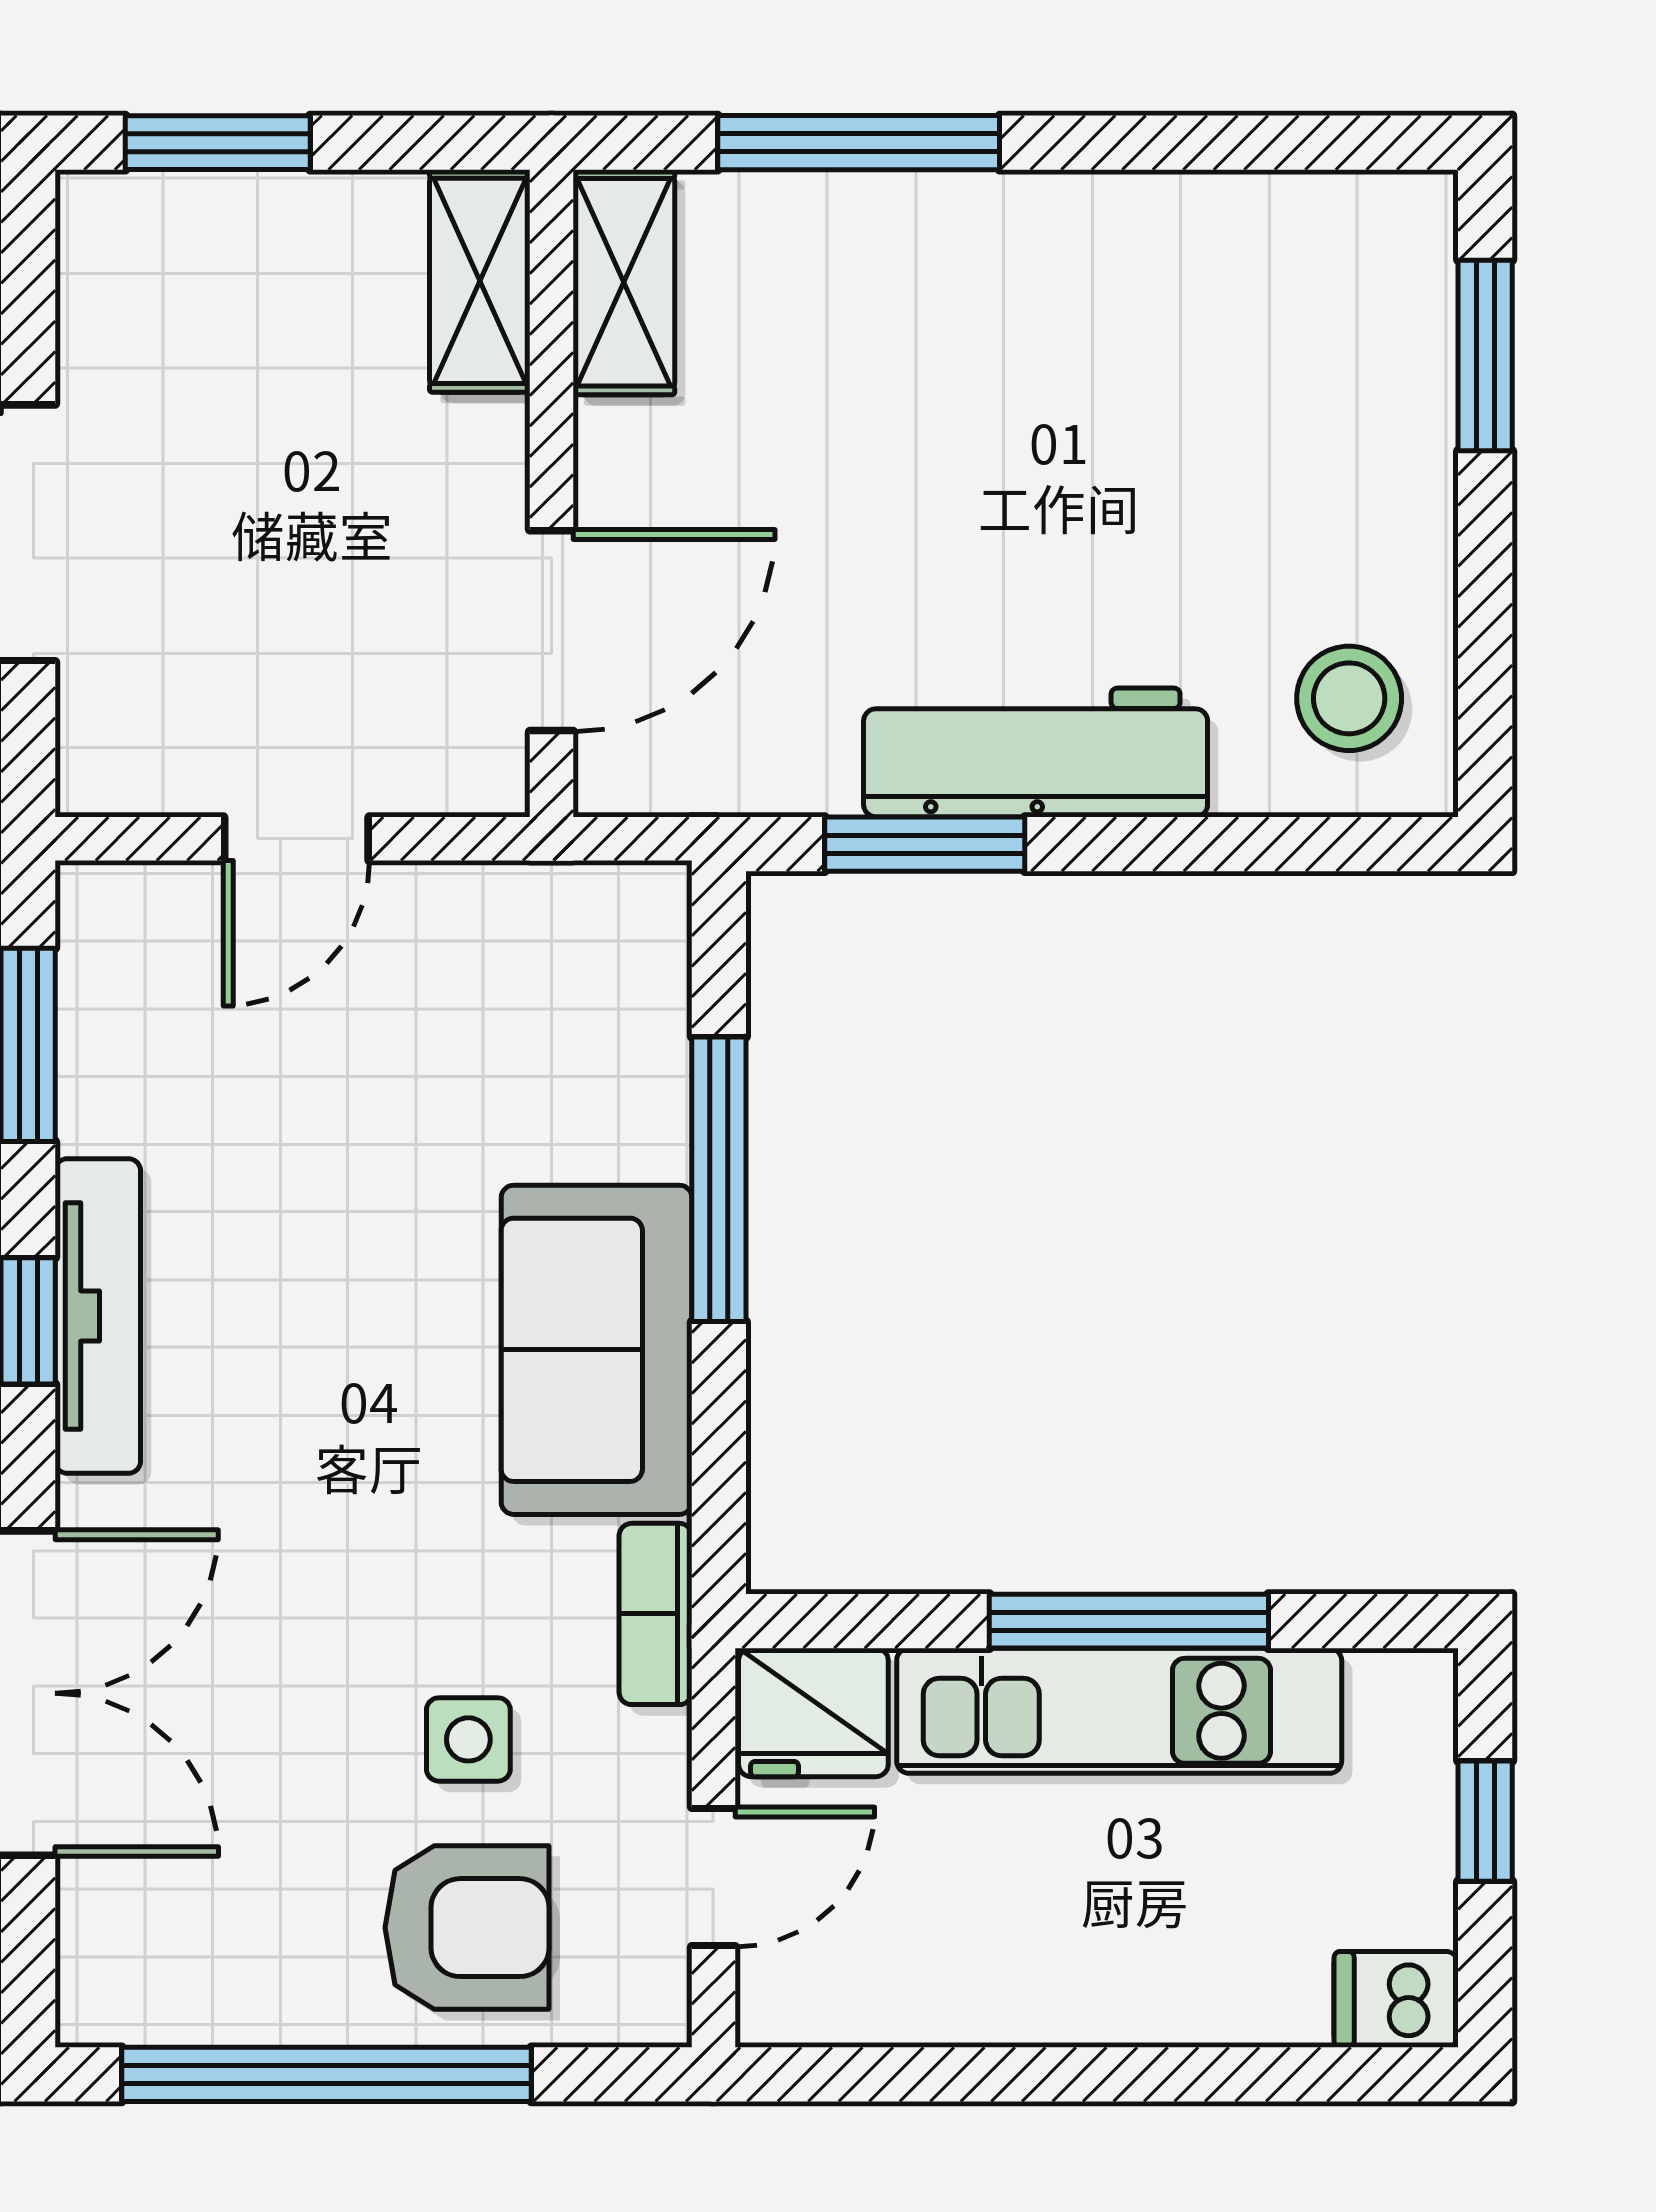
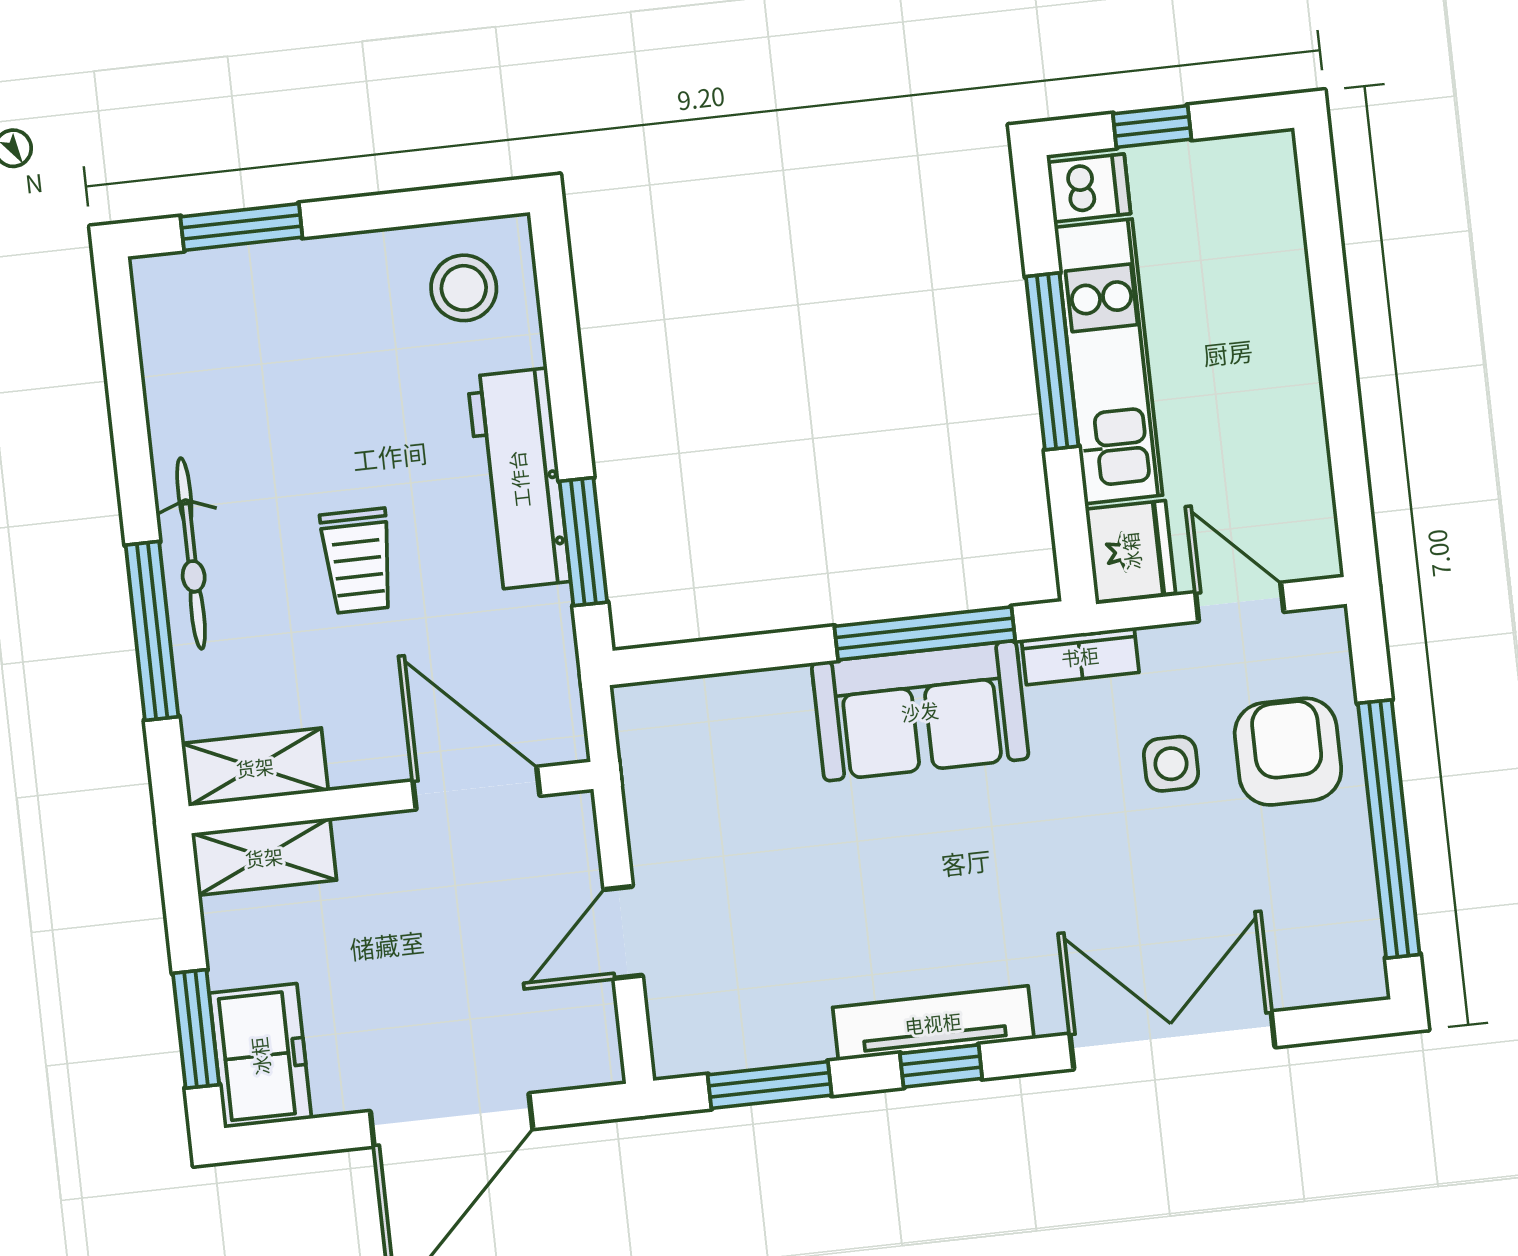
bicycle: (975, 218) -> (191, 553), added
freezer: (164, 240) -> (260, 1056), added
trolley: (934, 482) -> (358, 561), added
door: (296, 839) -> (623, 932), swing flipped
window: (719, 1179) -> (925, 633), moved
dishwasher: (1396, 1999) -> (1089, 188), moved, turned -90

